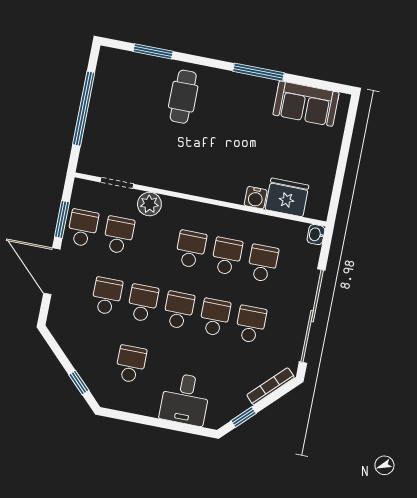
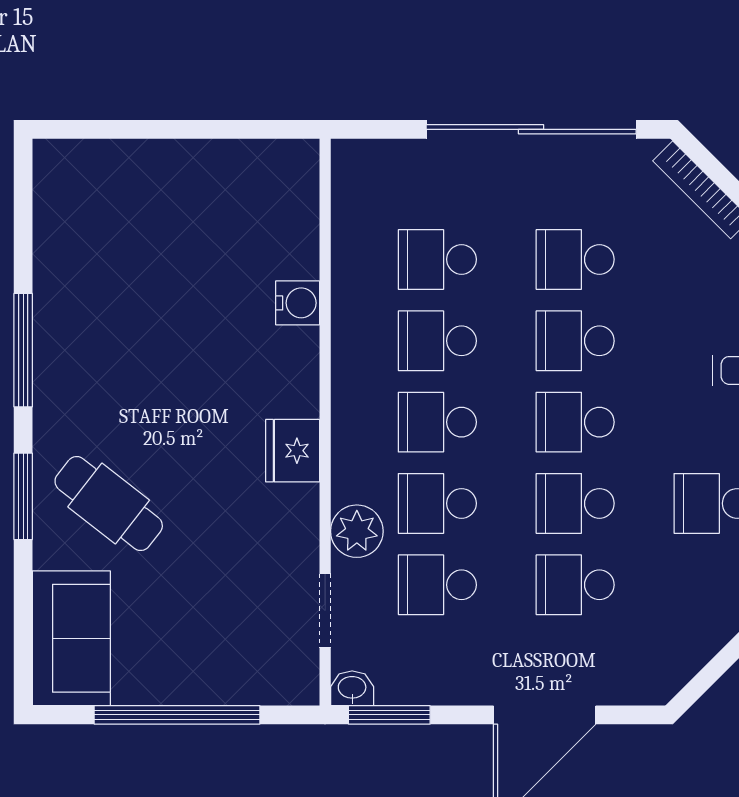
window: (153, 51) -> (23, 496), moved
cafe table: (183, 97) -> (109, 504), turned 38
sofa: (306, 104) -> (71, 638), moved
fridge: (287, 197) -> (293, 451), moved, width x0.73, depth x0.75
window: (62, 219) -> (389, 715), moved
school desk: (83, 228) -> (437, 503), moved
washbasin: (316, 235) -> (352, 688), moved, turned 180

